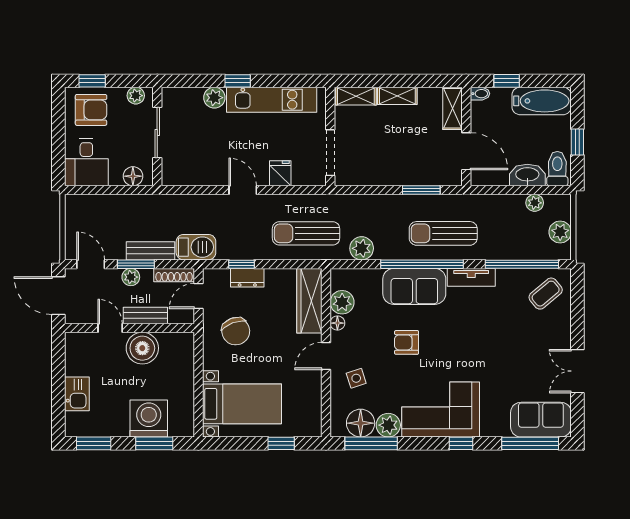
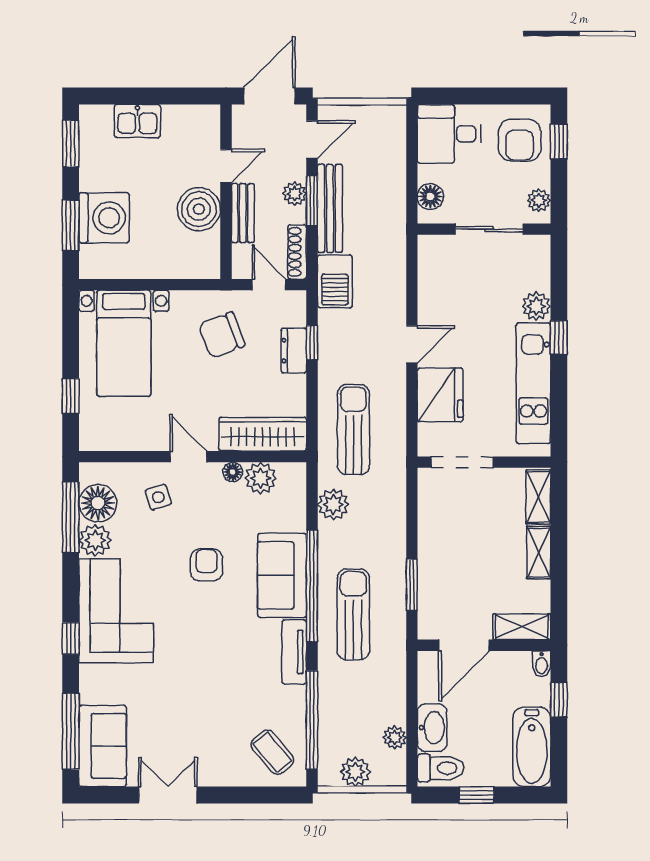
fridge: (280, 173) -> (440, 395), width x1.88, depth x1.34
bench: (150, 251) -> (330, 208), width x1.36

